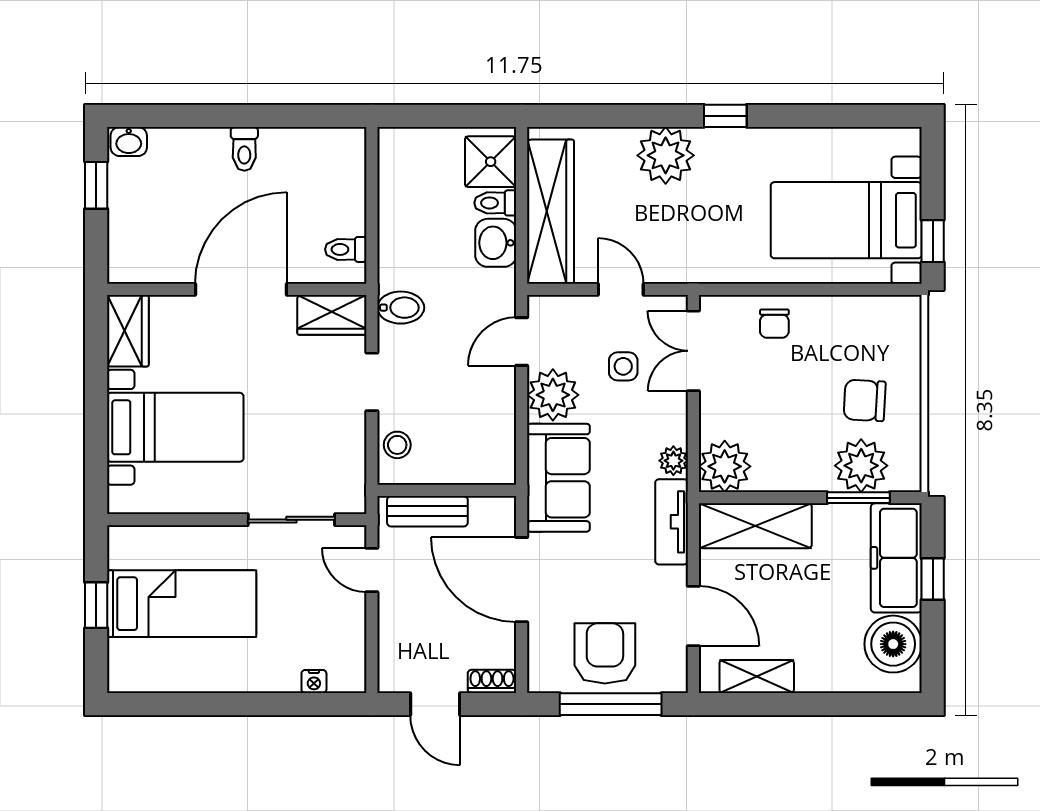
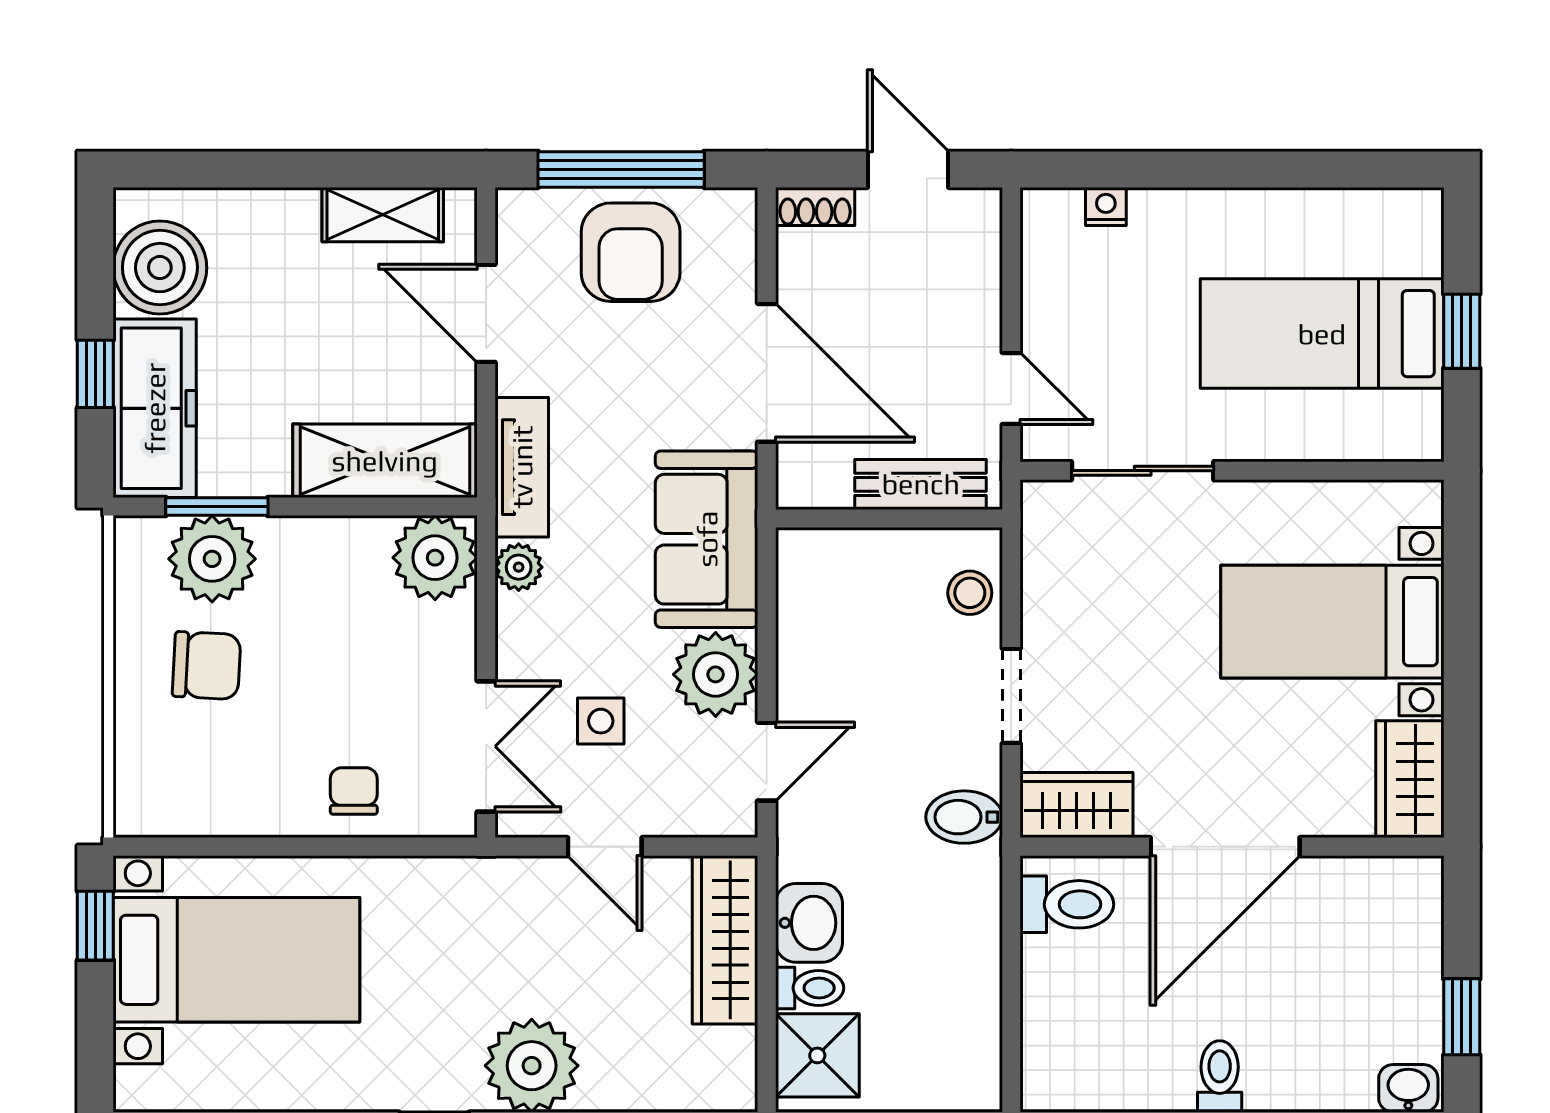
wardrobe: (551, 212) -> (725, 940), width x0.71, depth x0.85
toilet: (346, 249) -> (1067, 904), width x1.37, depth x1.39

